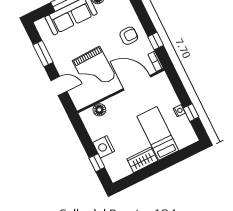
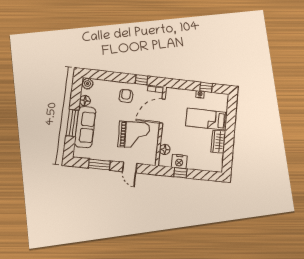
door: (59, 86) -> (130, 168), swing flipped
nightstand: (104, 147) -> (179, 162), moved
window: (97, 163) -> (180, 173), moved

